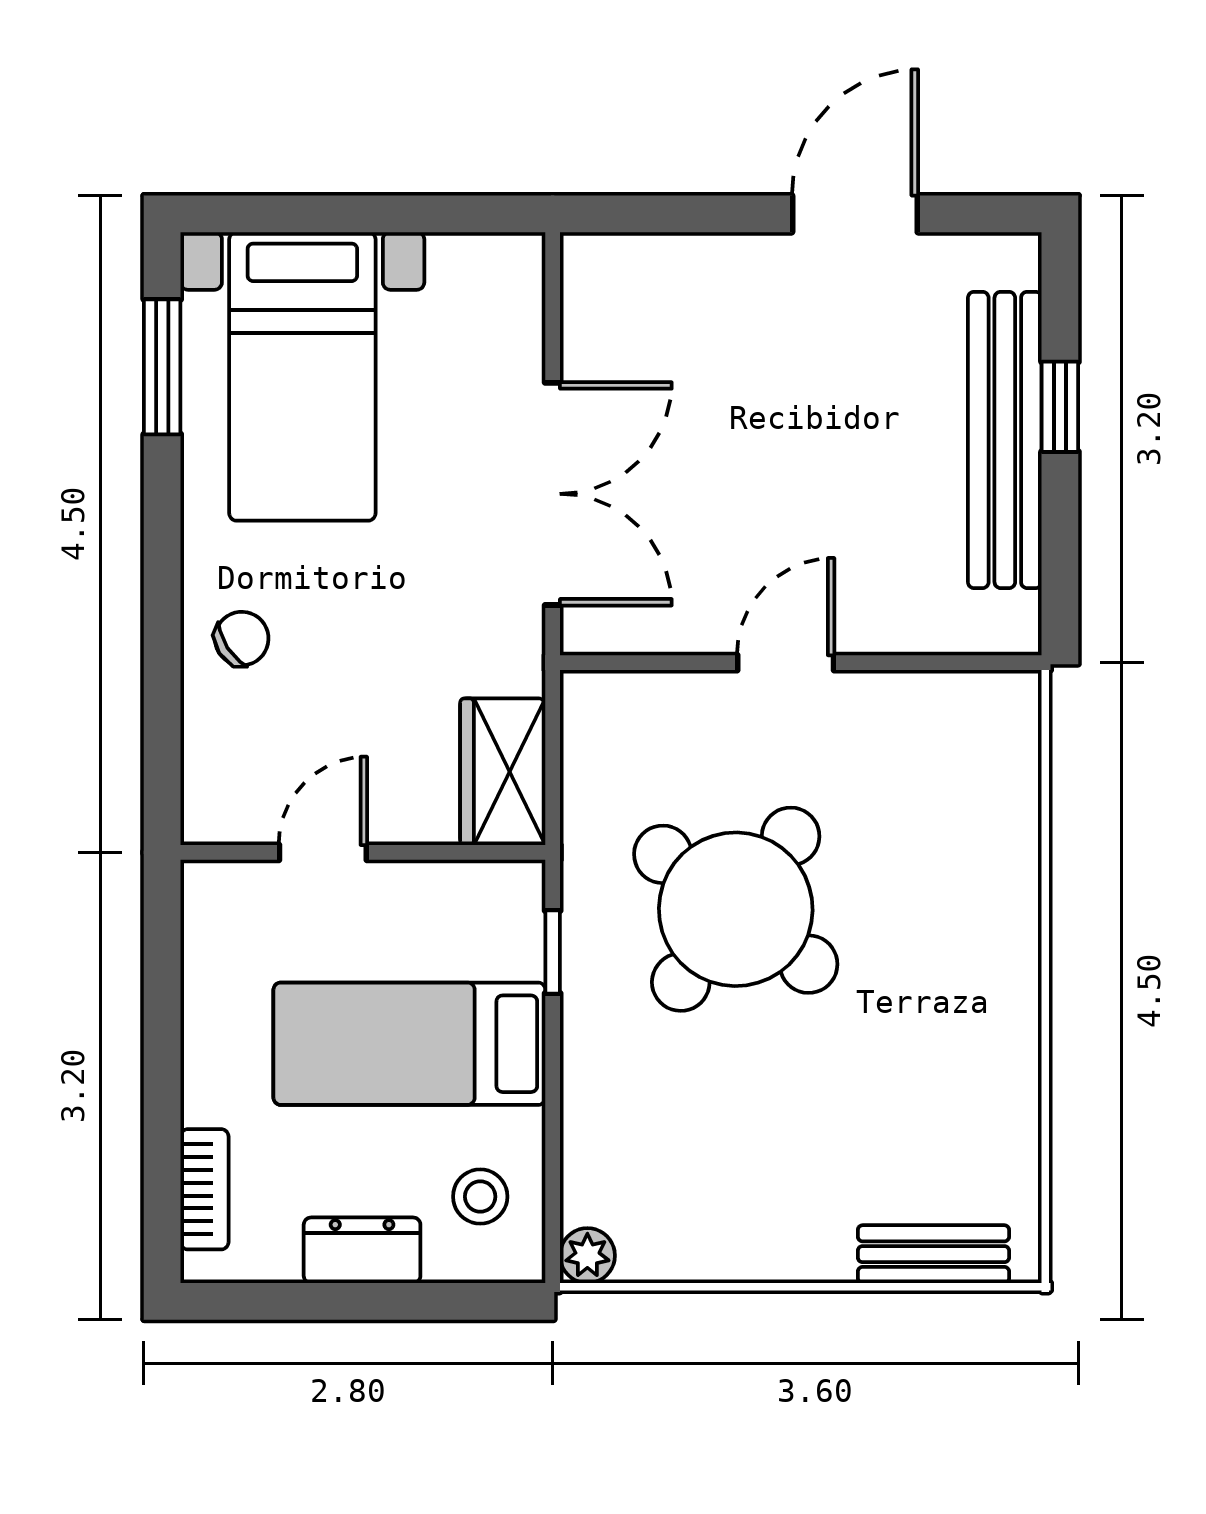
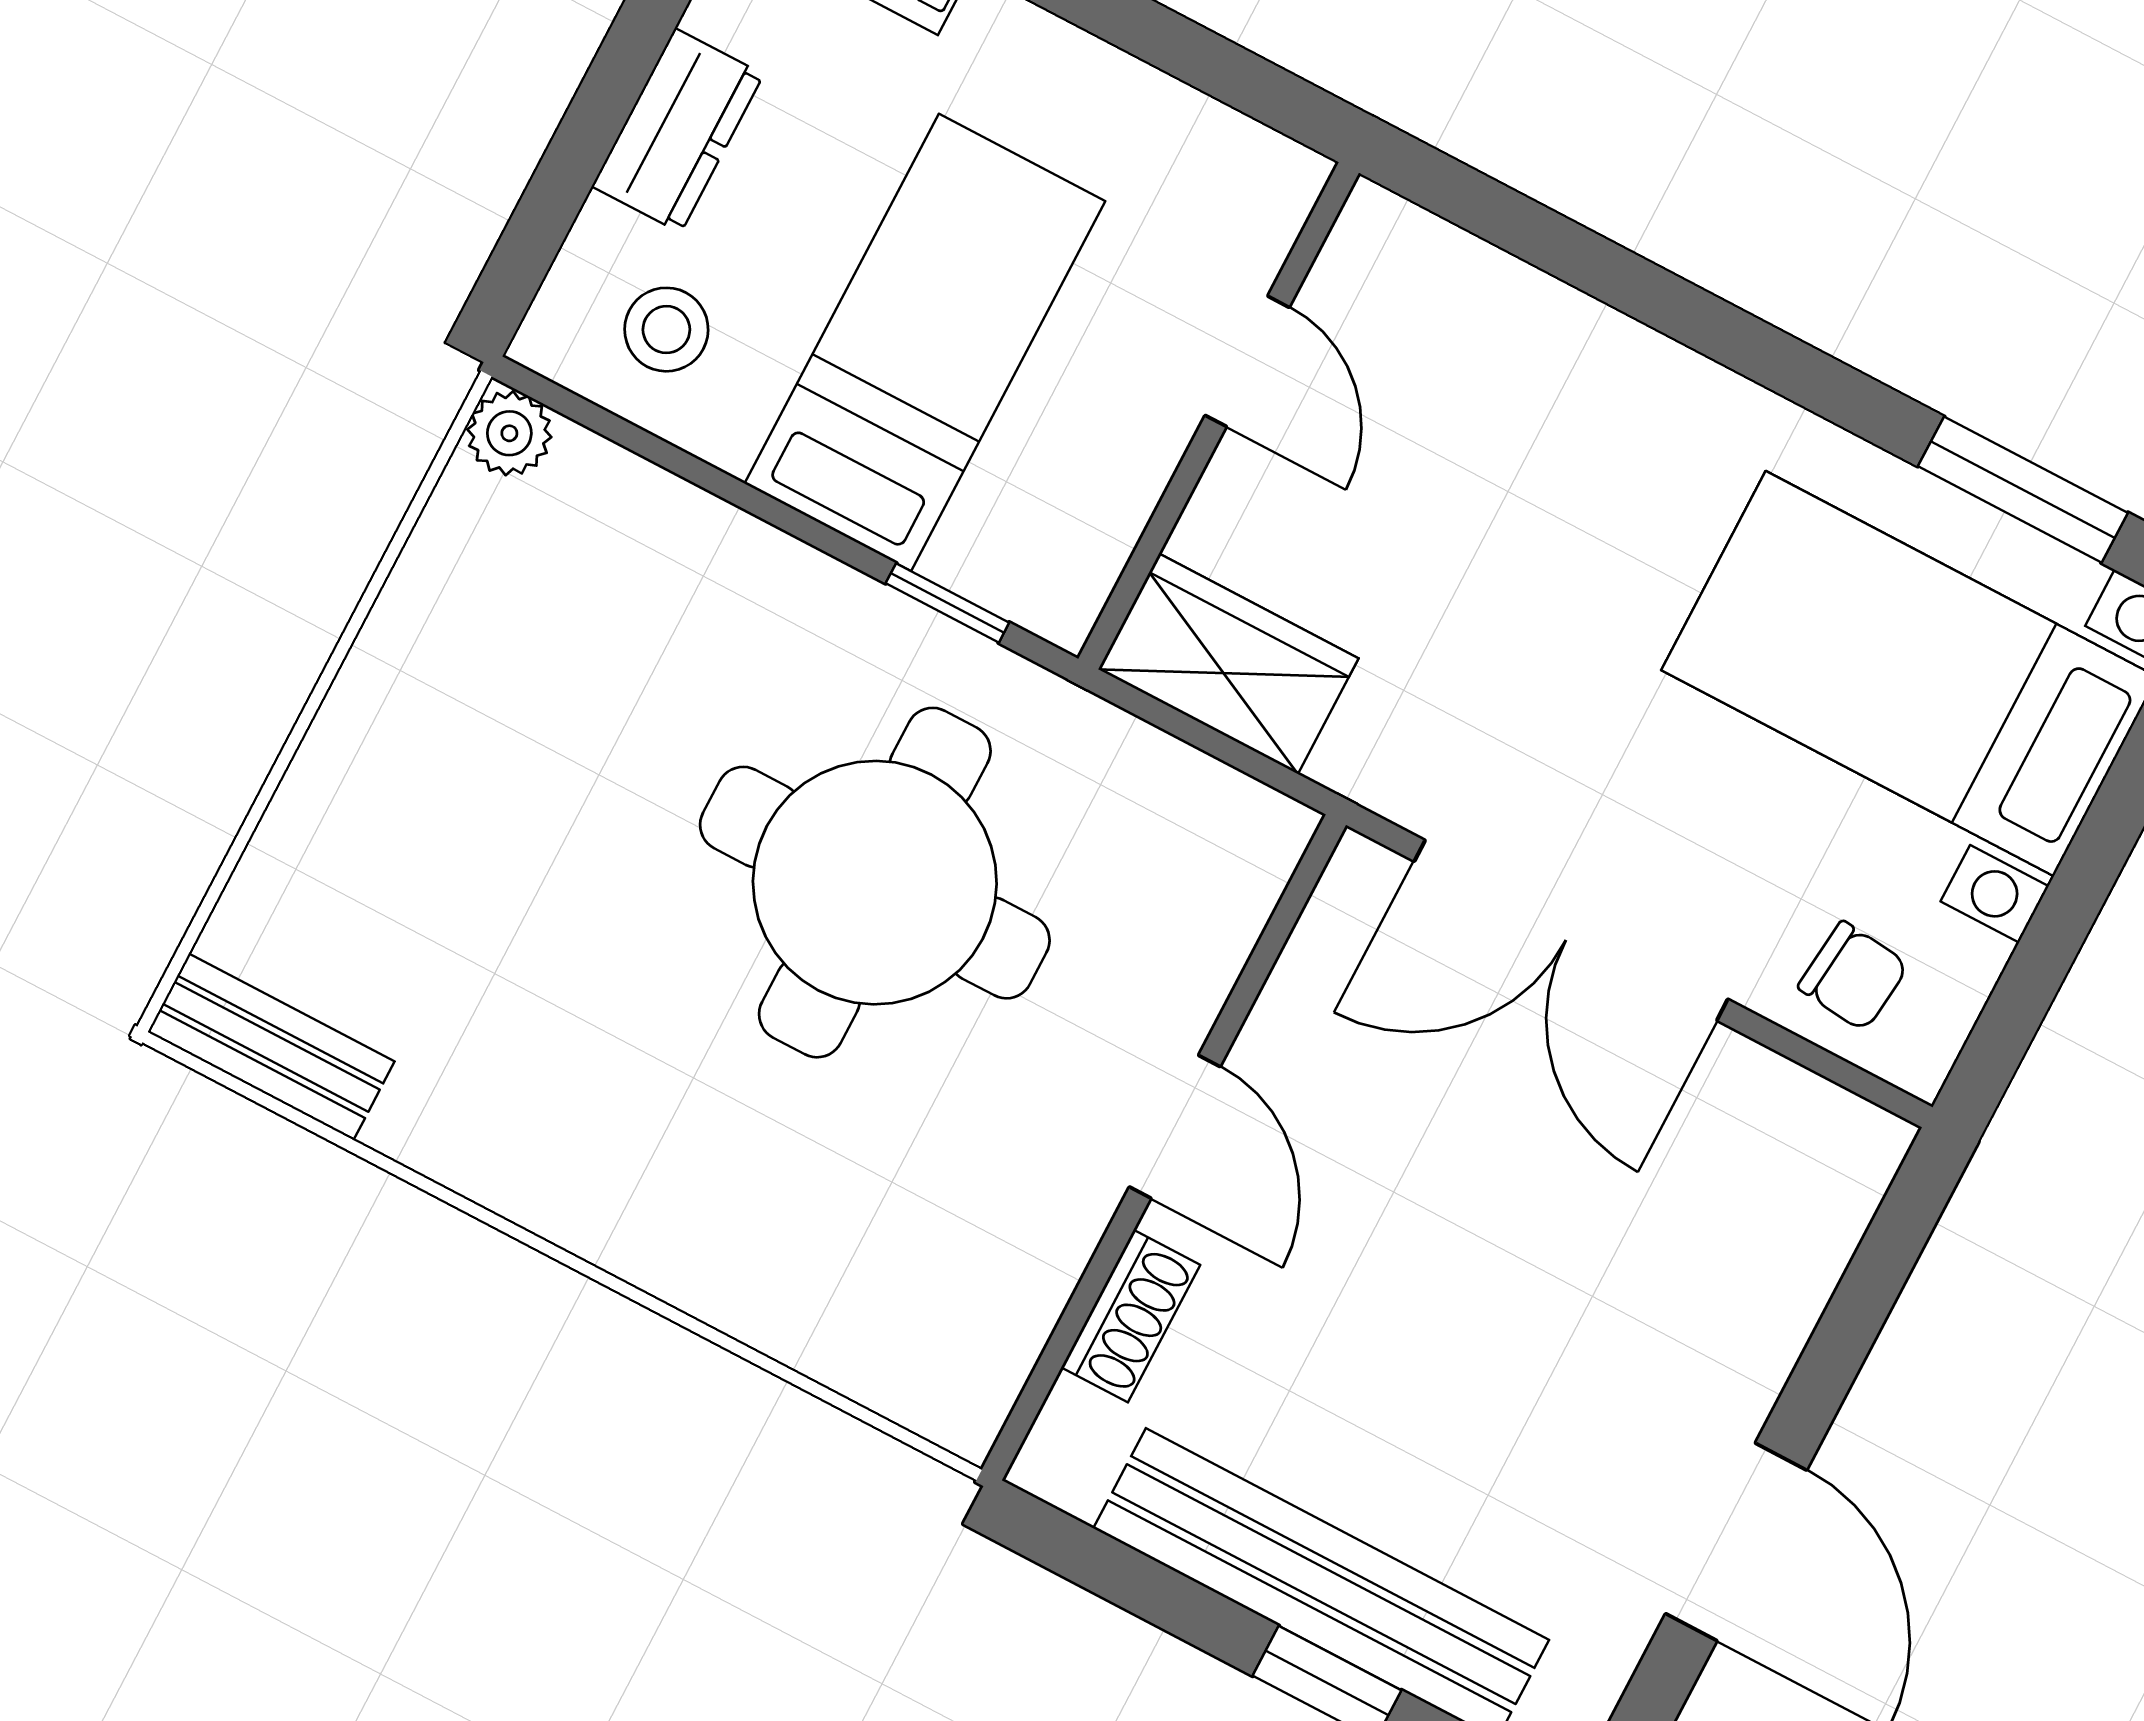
shoe rack: (908, 631) -> (1131, 1316), added
chair: (242, 639) -> (1853, 976), moved, turned -51
round table: (736, 909) -> (875, 883), turned -37
bench: (933, 1254) -> (271, 1047), moved, turned 90

